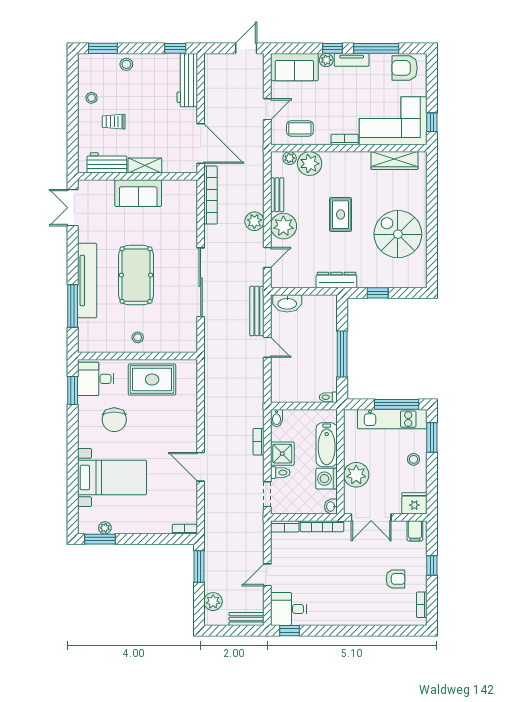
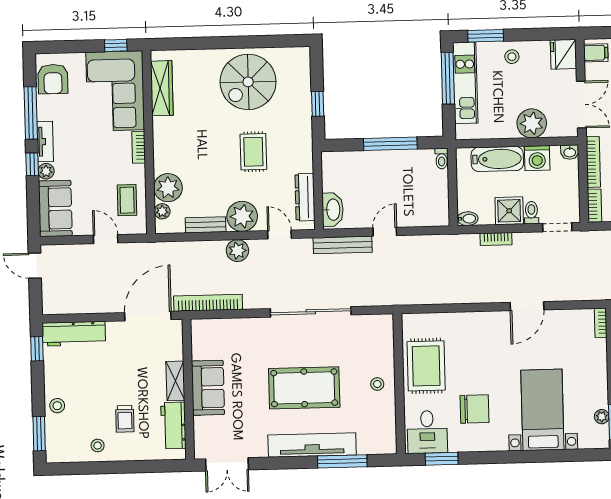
rug: (341, 215) -> (253, 152), moved, turned 90
dresser: (336, 280) -> (305, 197), moved

